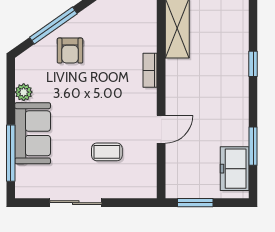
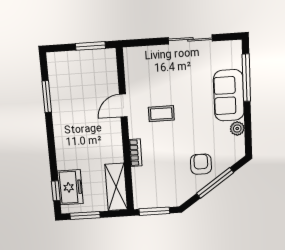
window: (253, 64) -> (56, 191), moved
coffee table: (107, 152) -> (161, 114), moved
freezer: (235, 169) -> (70, 187), moved

